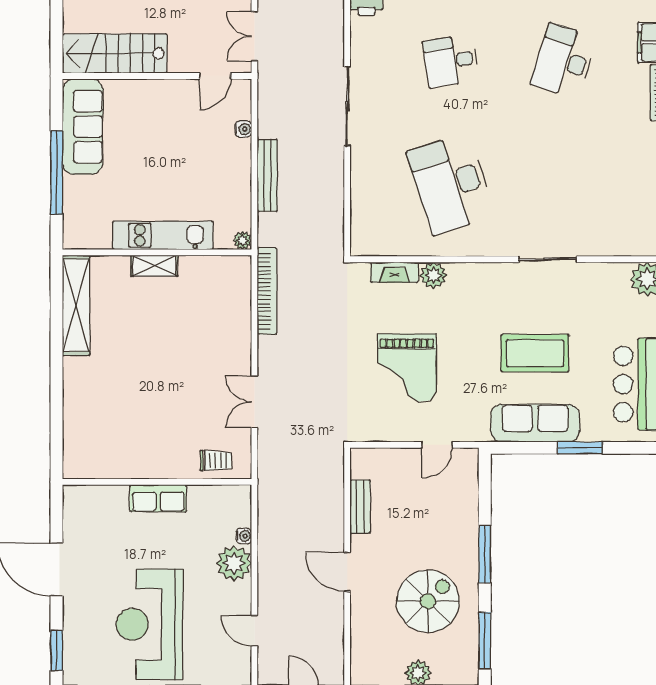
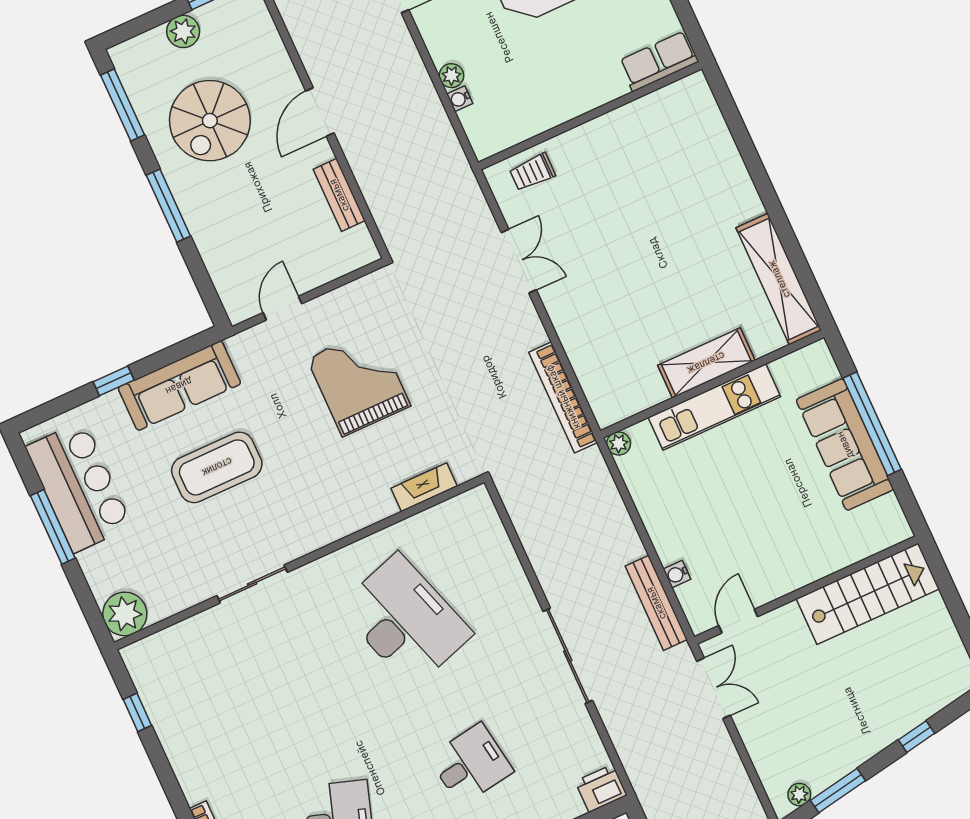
sofa: (83, 127) -> (845, 445), moved
bench: (267, 175) -> (656, 603), moved
shelving: (154, 266) -> (706, 363), width x1.50, depth x1.33
plant: (433, 275) -> (377, 504), removed
window: (580, 448) -> (114, 381), width x0.67
row of seats: (158, 498) -> (659, 61), moved
plant: (234, 563) -> (451, 76), width x0.53, depth x0.53
door: (347, 572) -> (320, 112), swing flipped

